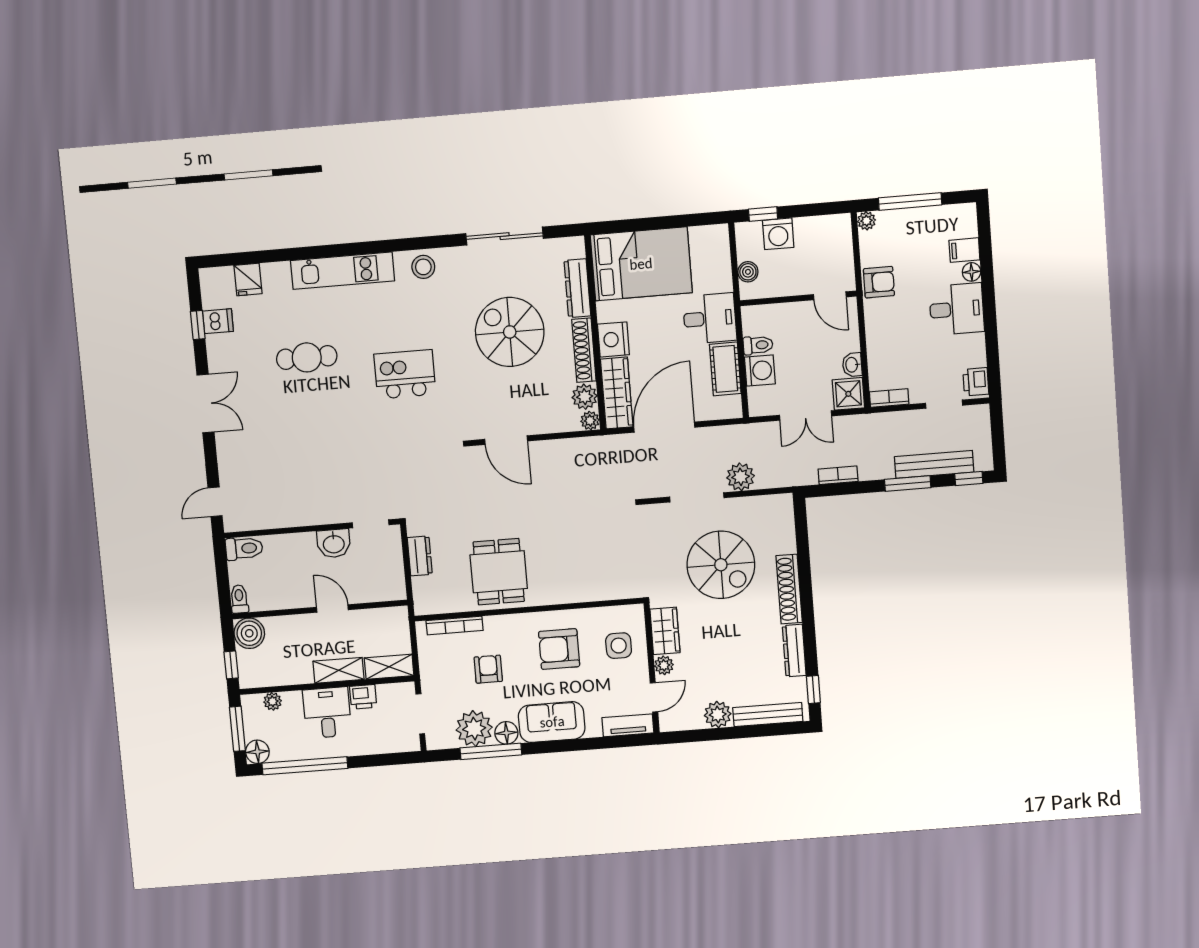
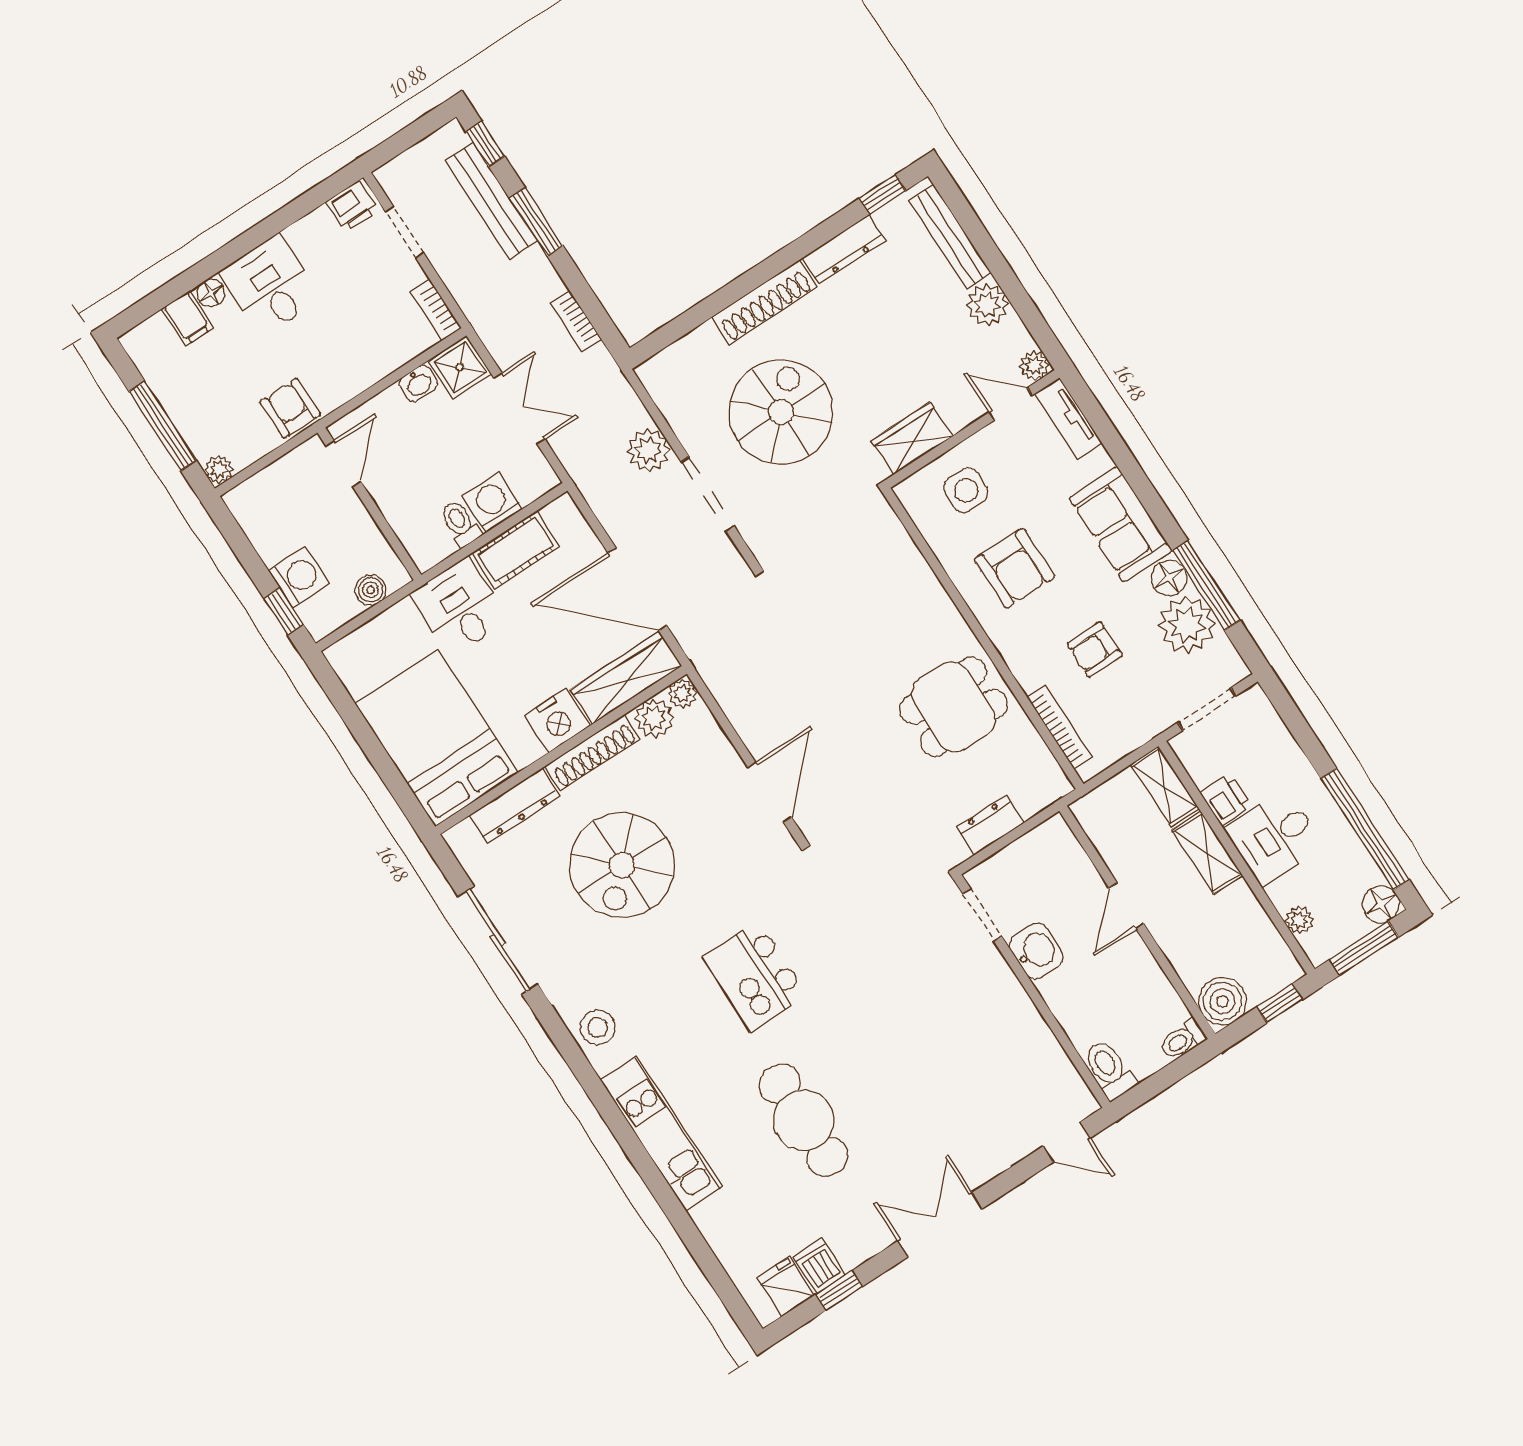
fridge: (248, 279) -> (786, 1287), moved, turned -90
cafe table: (307, 357) -> (804, 1120), width x1.37, depth x1.35
plant: (664, 665) -> (1034, 366), moved

